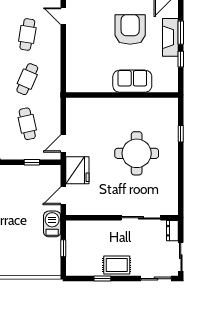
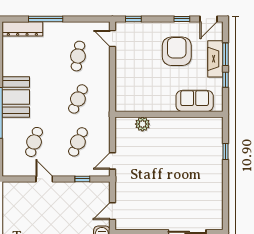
sofa: (132, 81) -> (195, 101), moved
plant: (94, 105) -> (142, 124), added
cafe table: (27, 124) -> (78, 142), turned 36
round table: (137, 153) -> (183, 170), removed
fridge: (77, 170) -> (126, 187), removed

